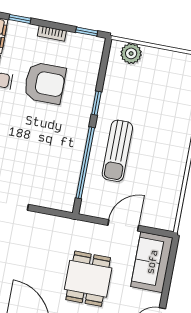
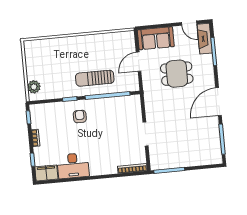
armchair: (45, 83) -> (80, 117), moved, width x0.53, depth x0.53
sun lounger: (117, 151) -> (95, 78), turned 180
door: (123, 225) -> (139, 62), hinge flipped

